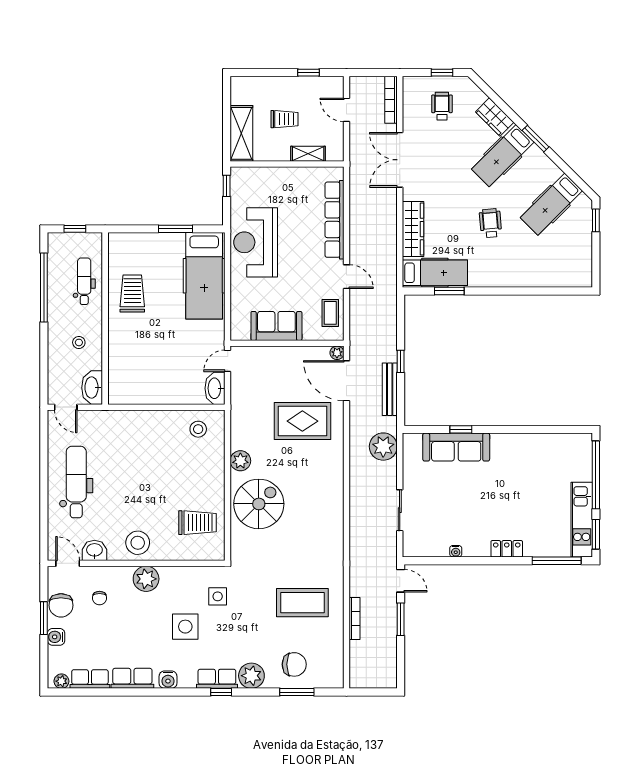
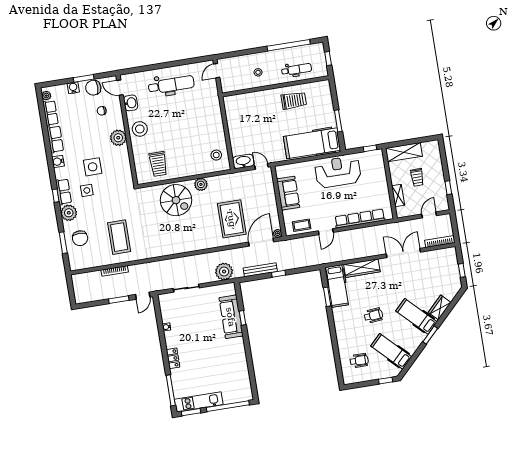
wheelchair: (442, 106) -> (359, 361), moved
washbasin: (92, 388) -> (231, 85), removed
door: (68, 563) -> (120, 88), swing flipped
side table: (218, 596) -> (87, 190), moved

